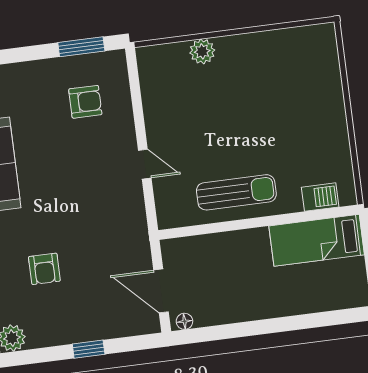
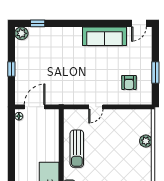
window: (81, 47) -> (155, 73), moved
armchair: (44, 269) -> (52, 53), removed

